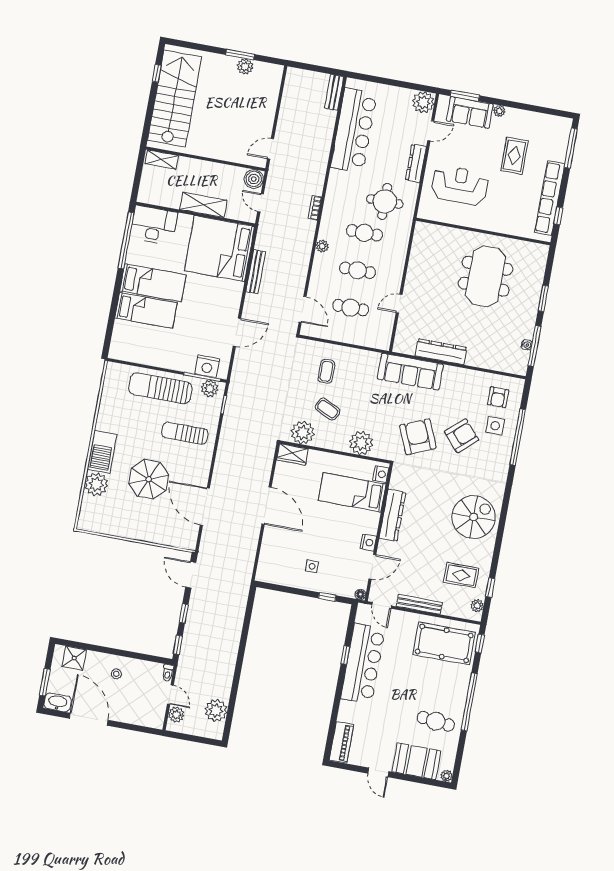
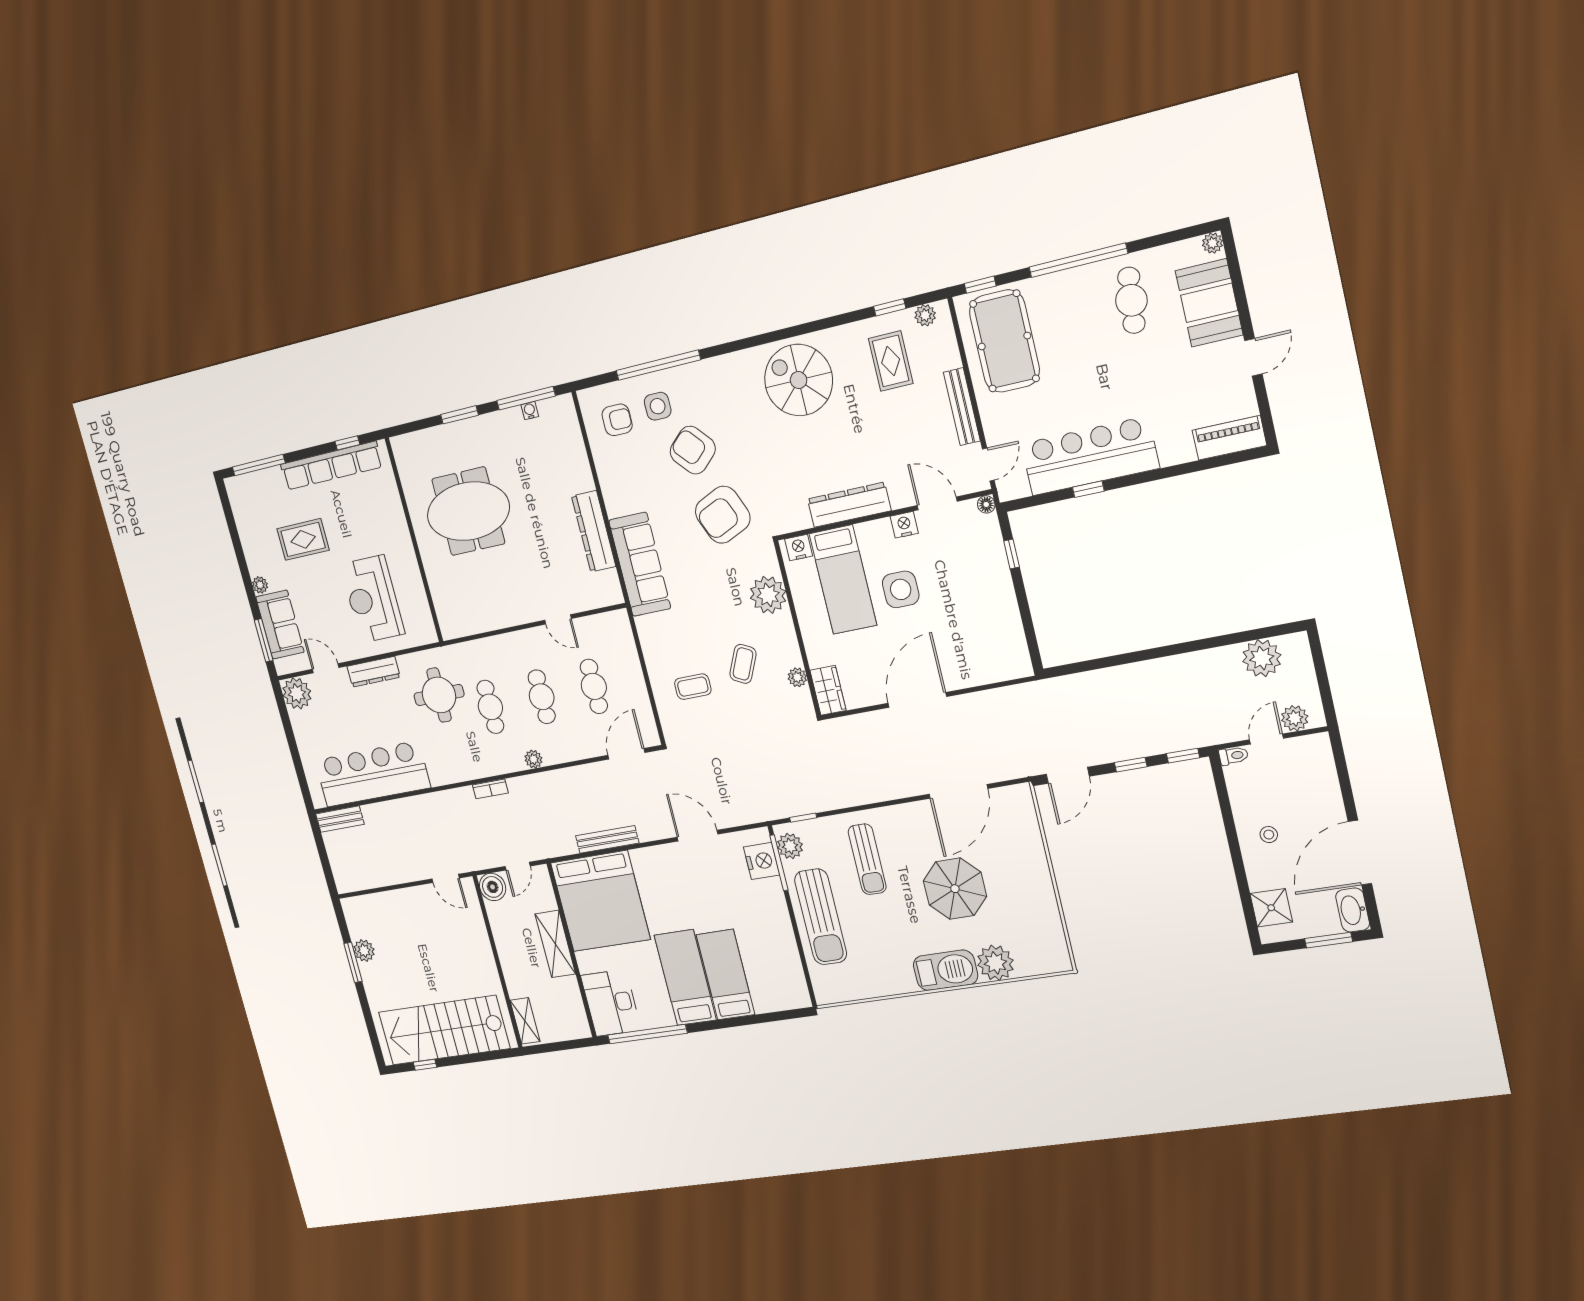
plant: (303, 433) -> (797, 677), width x0.53, depth x0.53
side table: (312, 566) -> (901, 589), moved, width x1.87, depth x1.87

